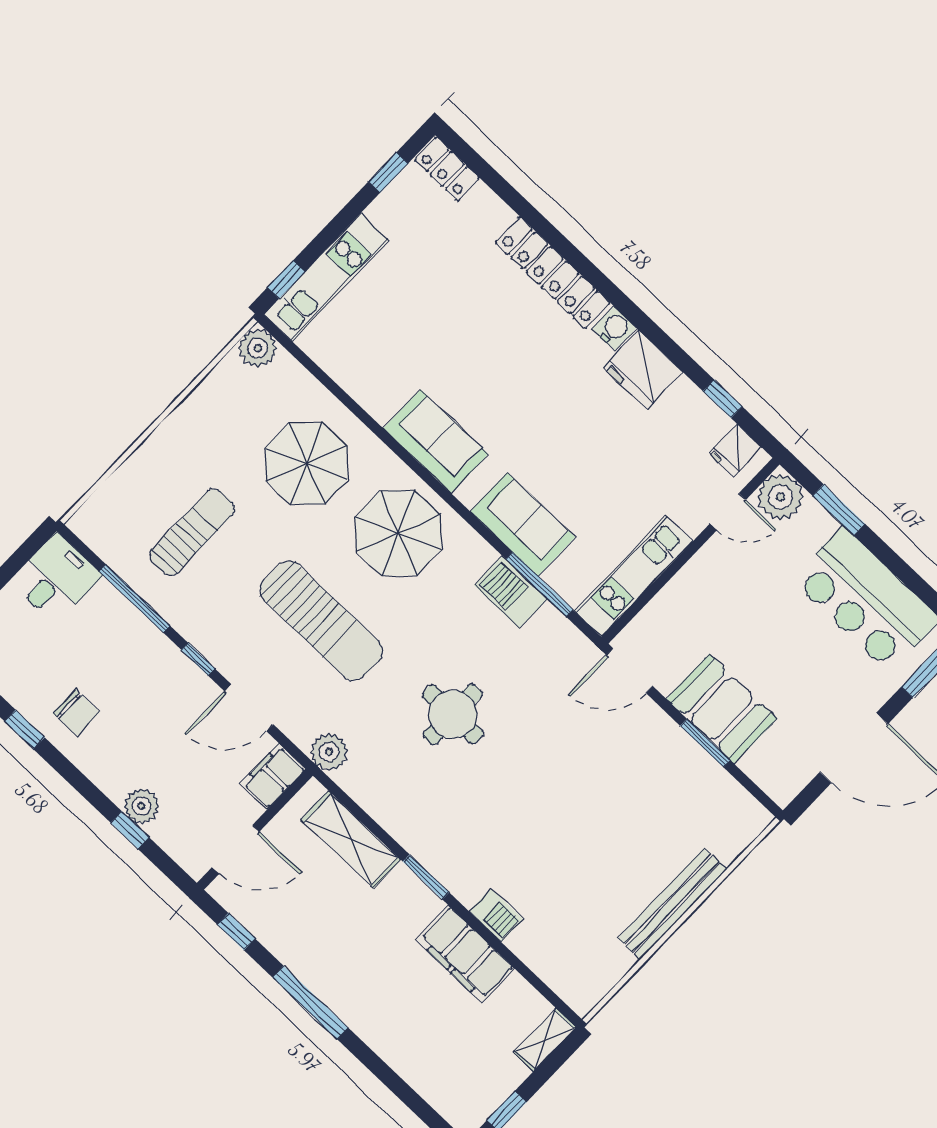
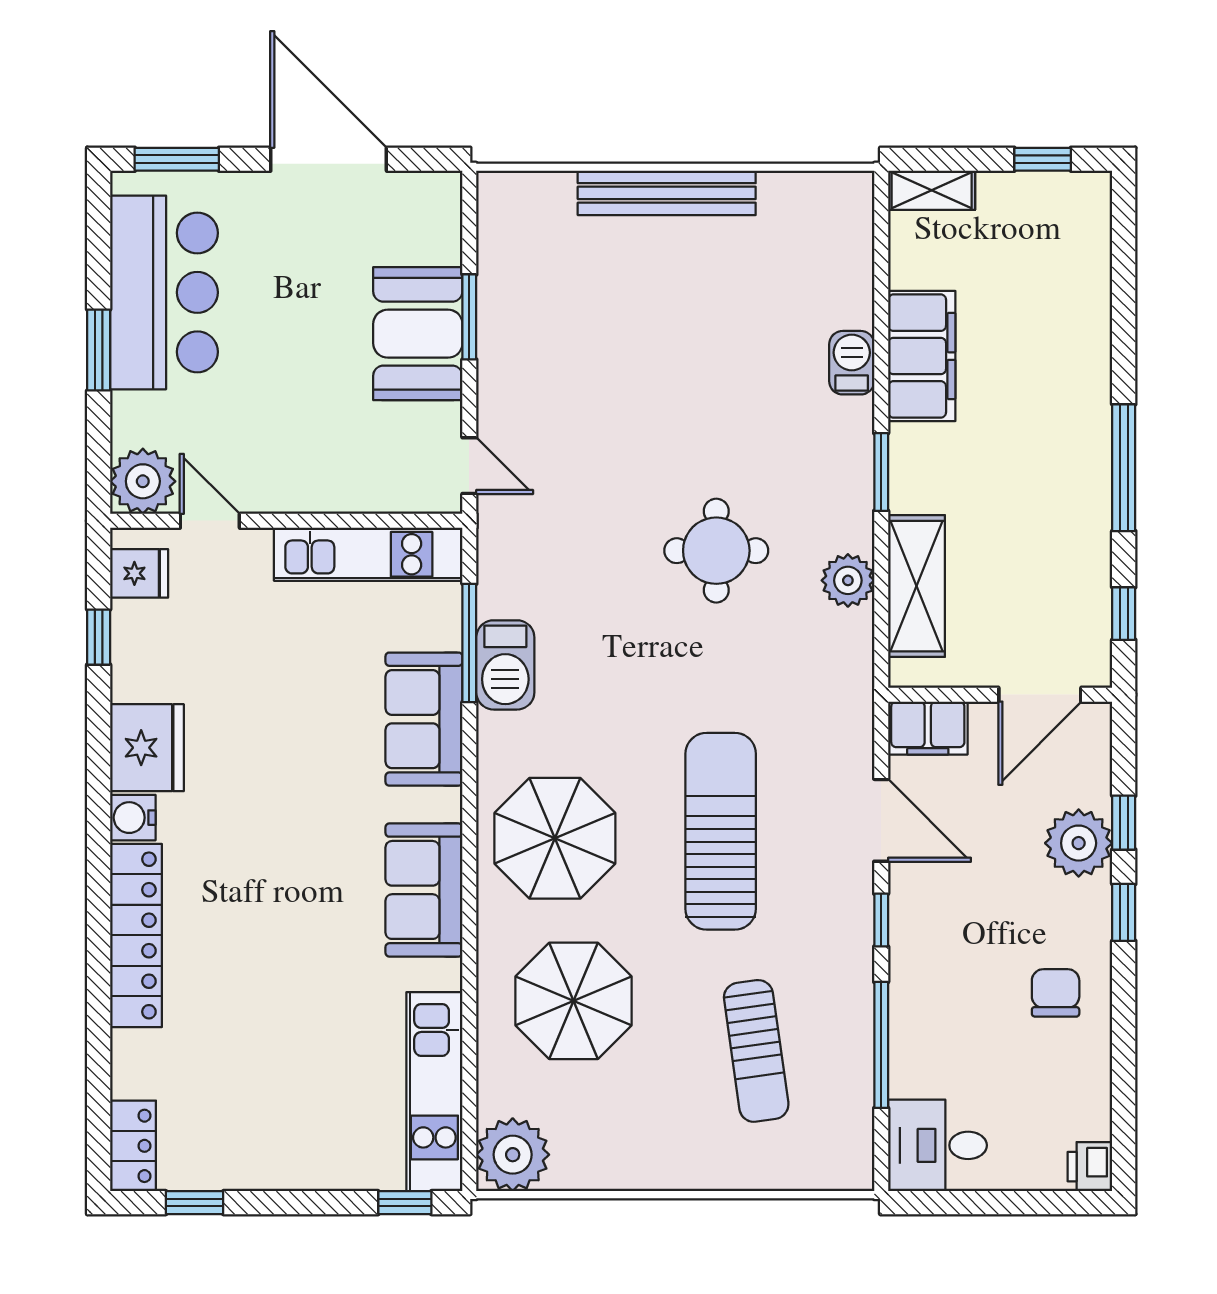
kitchen unit: (326, 277) -> (434, 1092), moved, turned -90
plant: (258, 348) -> (513, 1155), width x1.36, depth x1.36
window: (839, 510) -> (99, 350), moved
sun lounger: (192, 532) -> (756, 1051), turned -98
door: (630, 671) -> (469, 466), width x0.73
round table: (453, 714) -> (716, 551), moved
window: (25, 729) -> (1124, 912), moved
plant: (329, 752) -> (848, 580), moved
plant: (142, 806) -> (1079, 843), width x1.36, depth x1.36
door: (236, 850) -> (1040, 695), swing flipped

